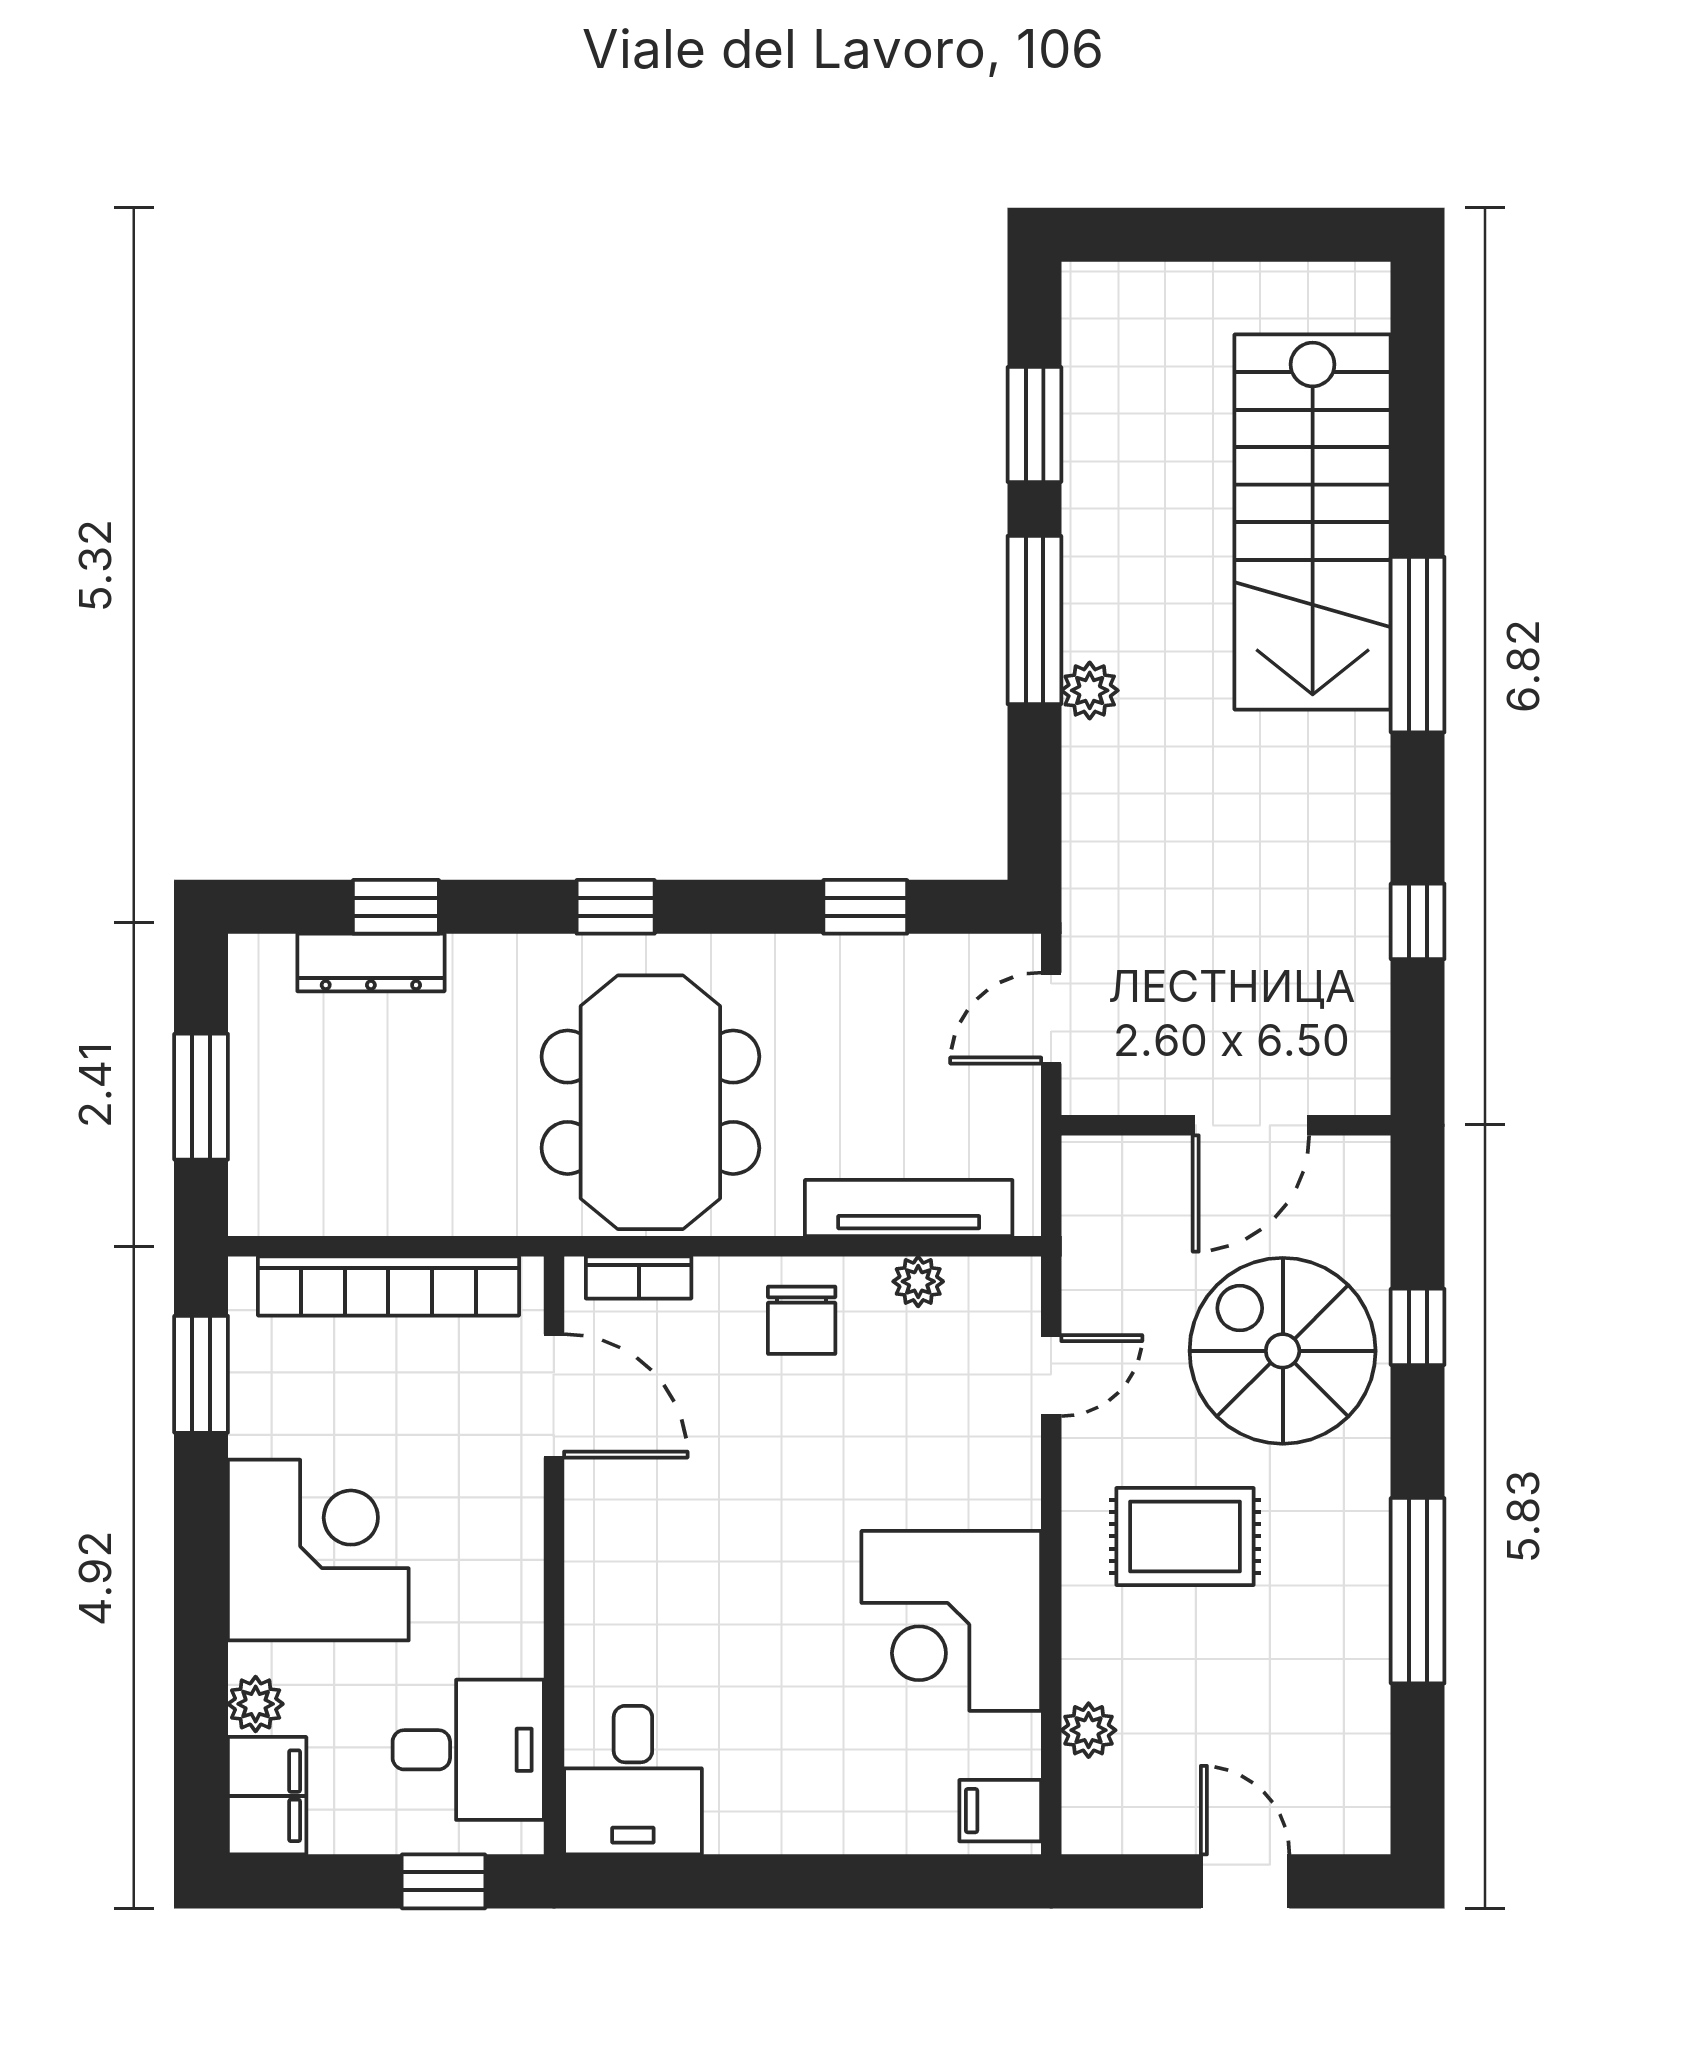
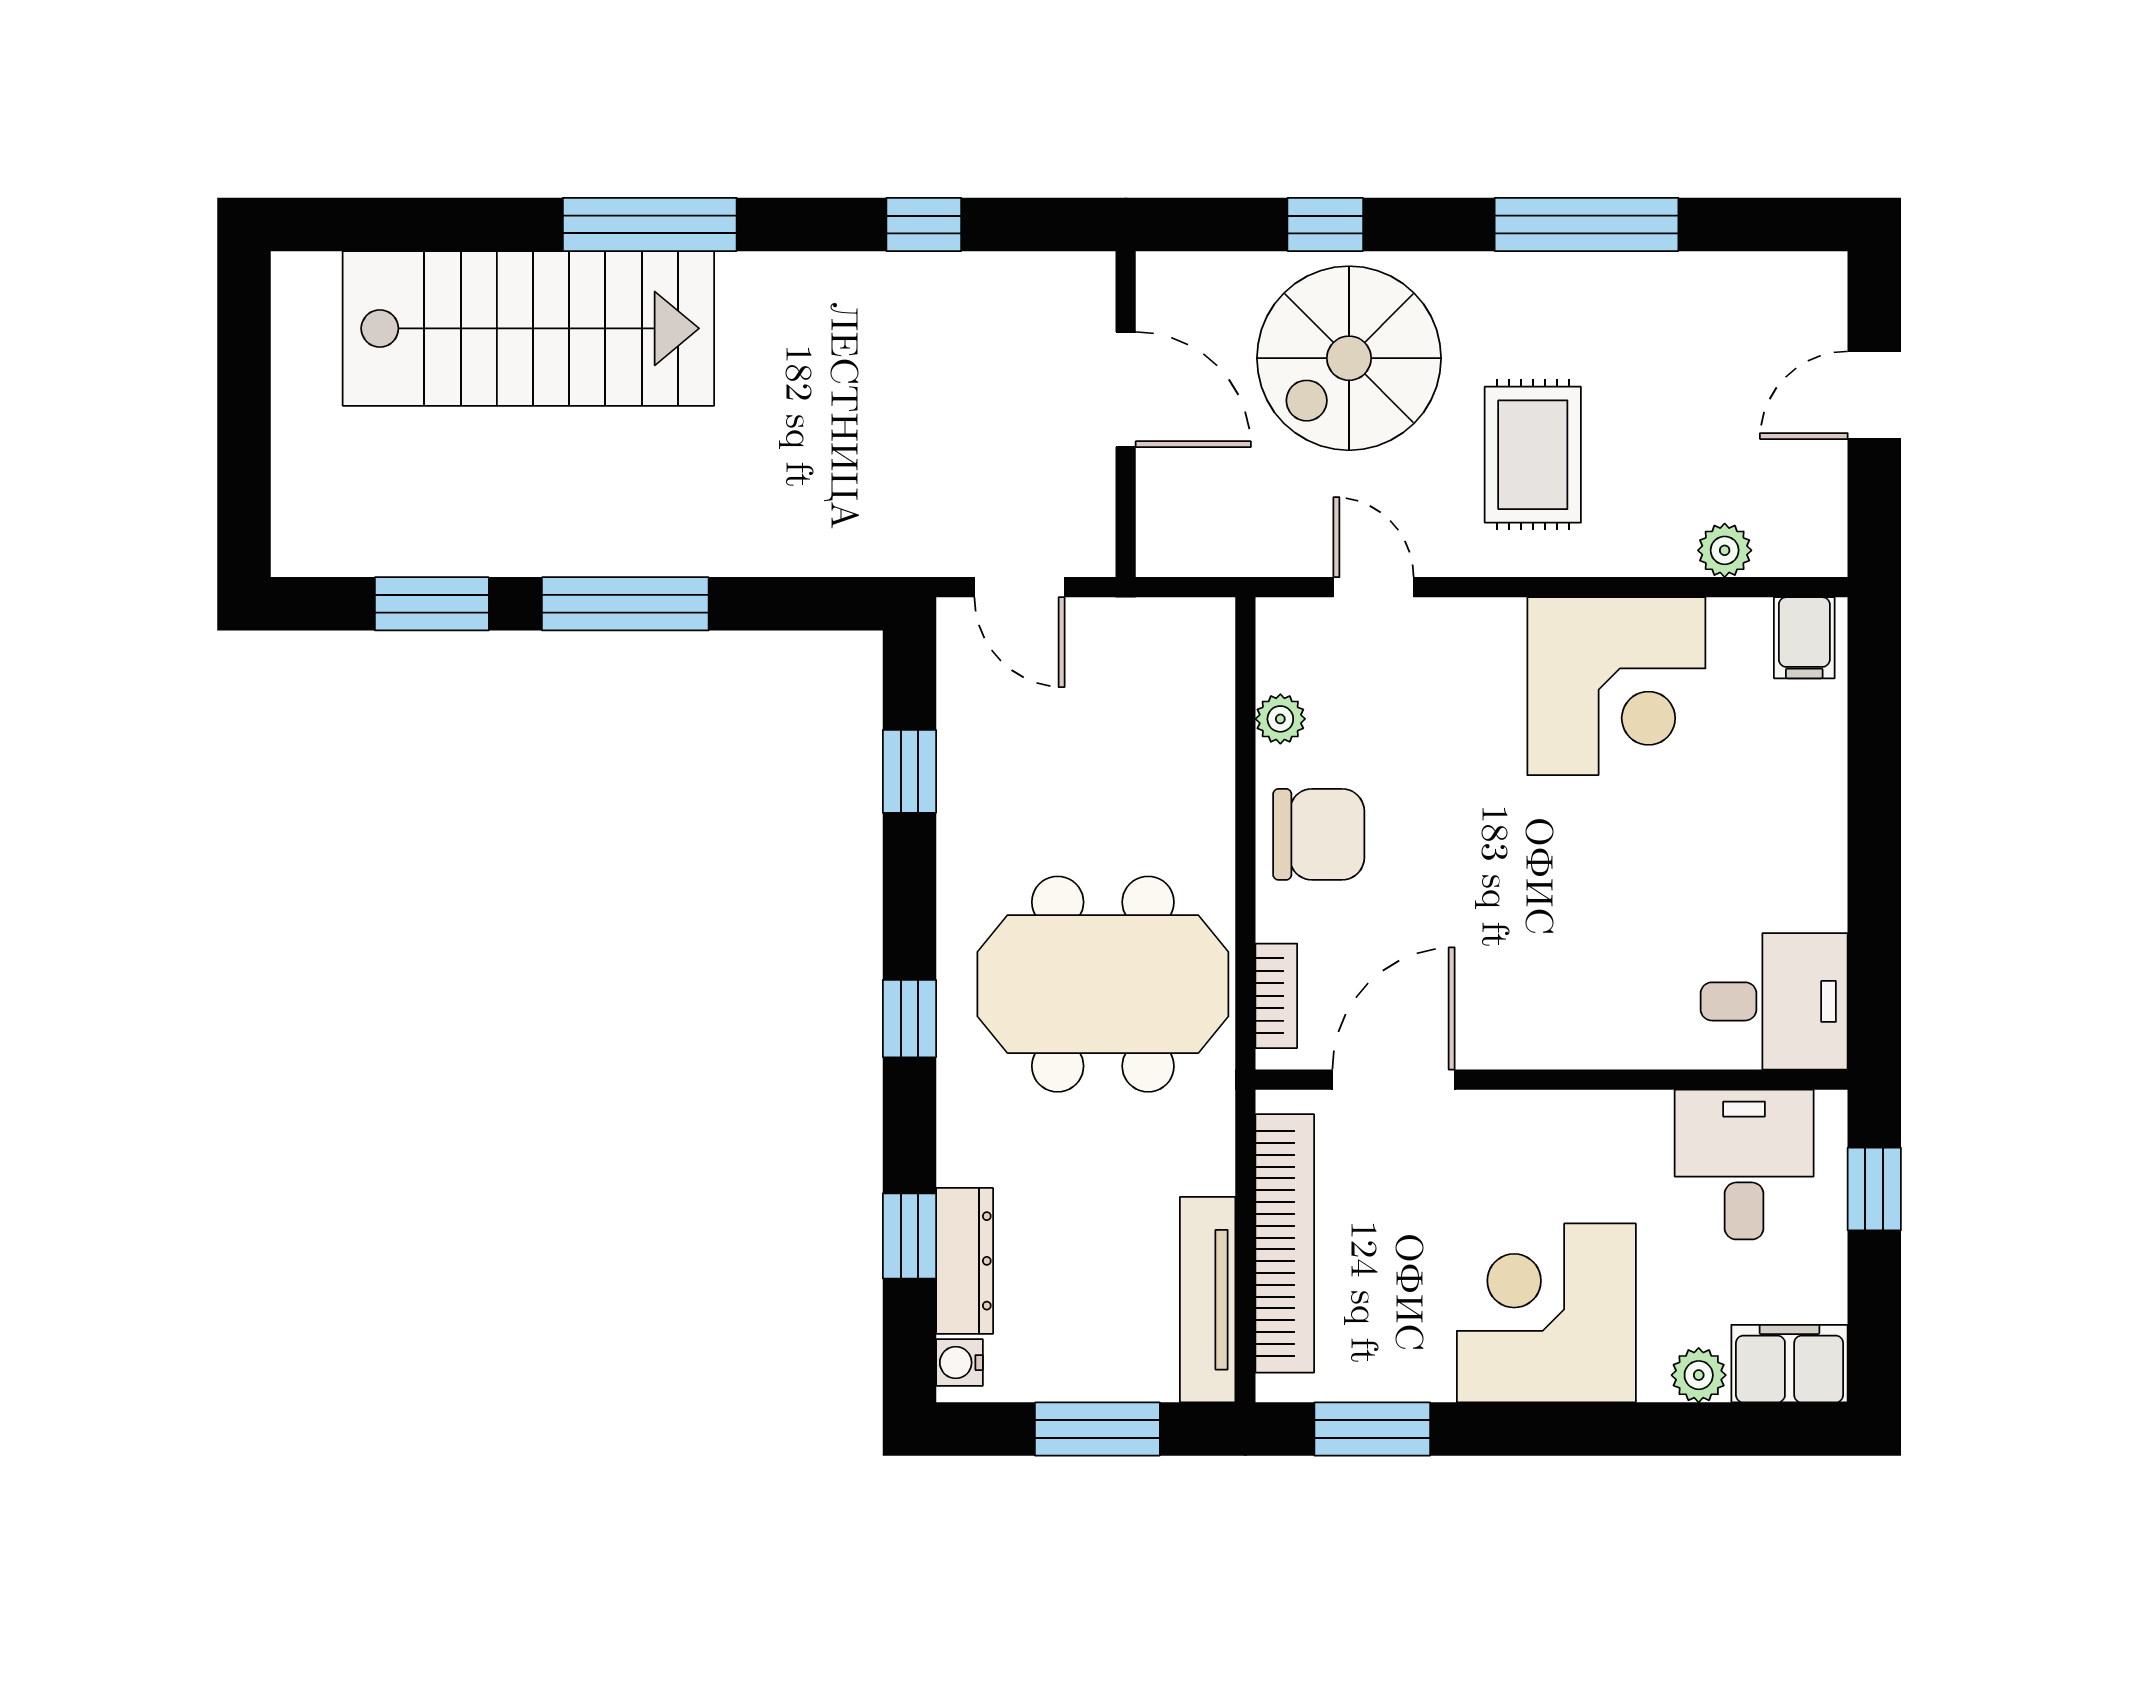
plant: (1090, 690) -> (695, 549), removed
water cooler: (268, 957) -> (959, 1363), added
tv unit: (909, 1208) -> (1208, 1300), moved
chair: (802, 1320) -> (1319, 834), width x1.37, depth x1.37

